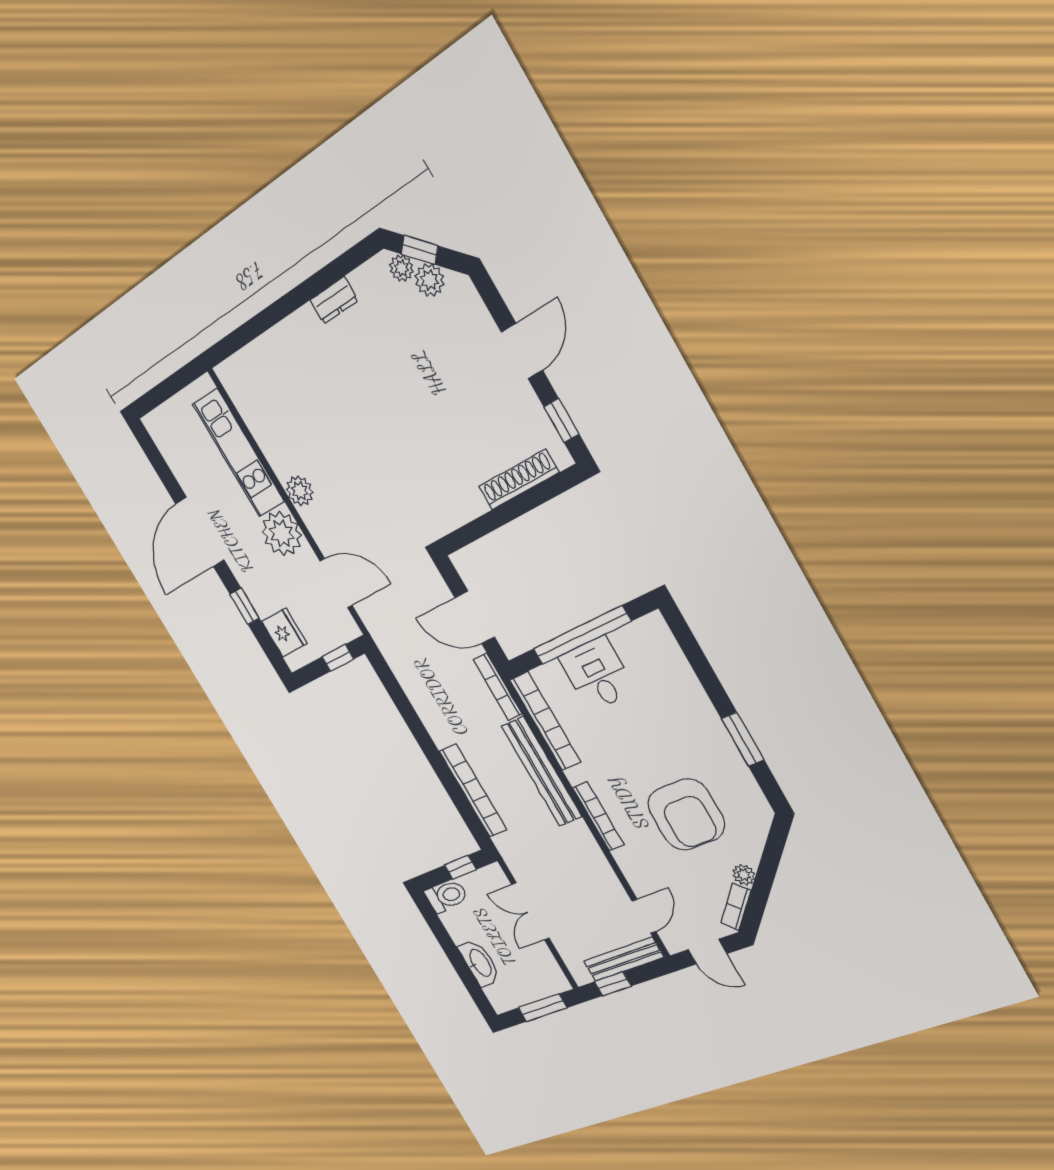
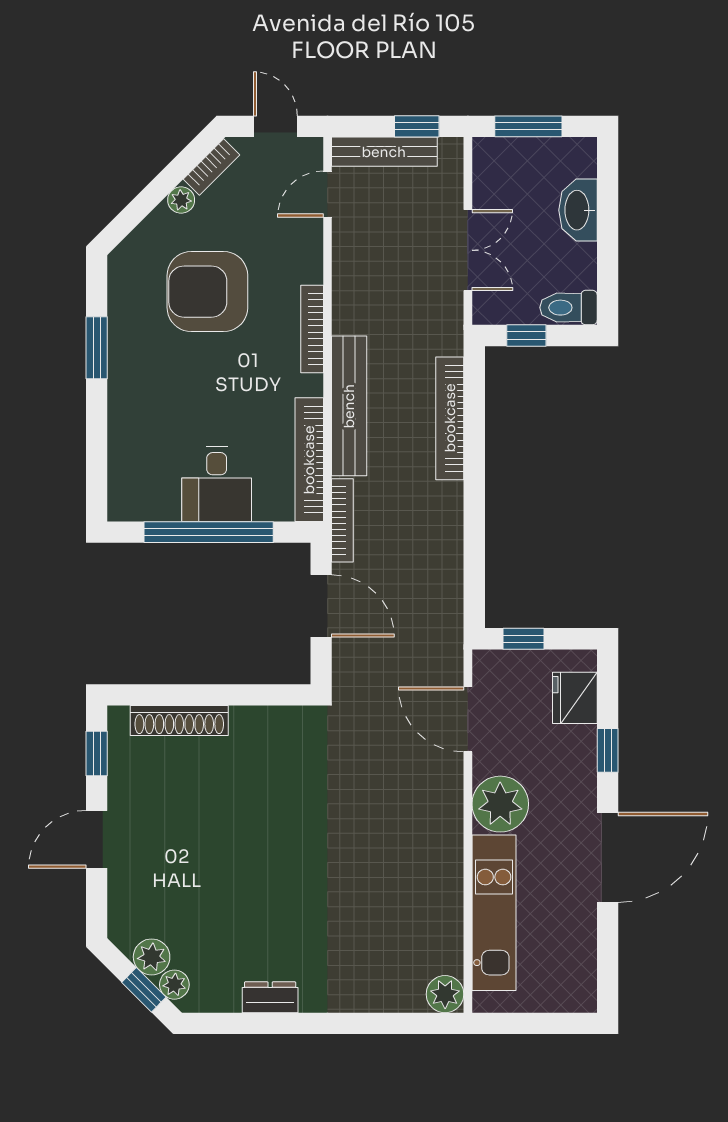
plant: (300, 491) -> (445, 994), moved
armchair: (686, 814) -> (207, 292), turned -90

